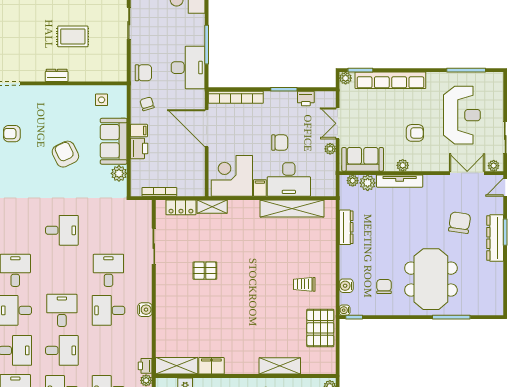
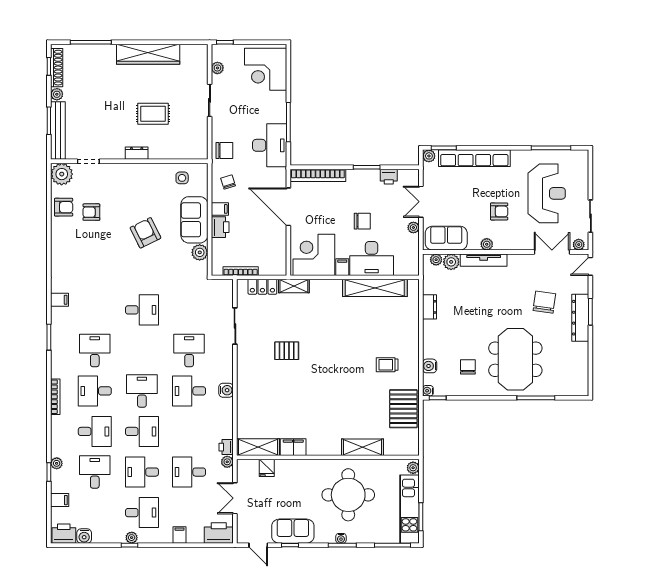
dresser: (346, 227) -> (429, 307), width x0.70

